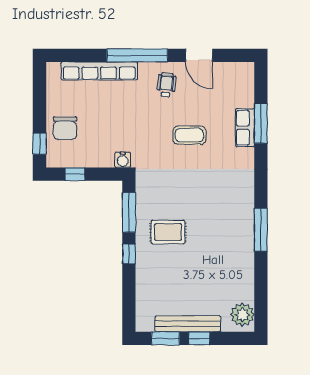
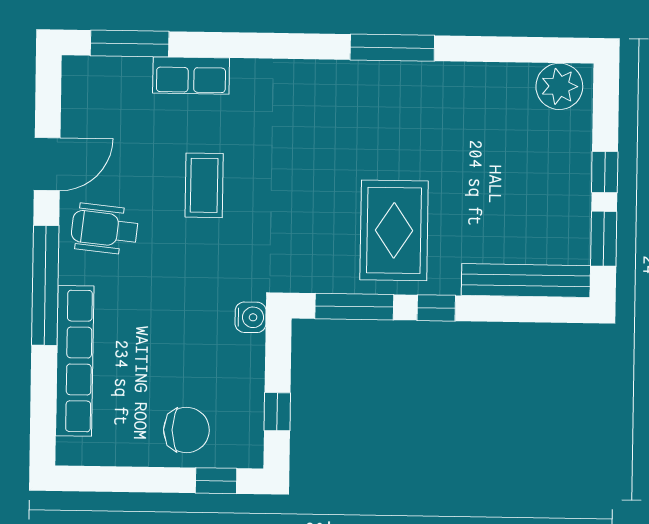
wheelchair: (166, 85) -> (105, 229), width x1.36, depth x1.37
window: (261, 123) -> (130, 43), moved
rug: (168, 232) -> (394, 230), width x1.36, depth x1.43
bench: (188, 324) -> (526, 280), moved, turned 90

